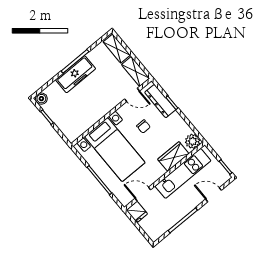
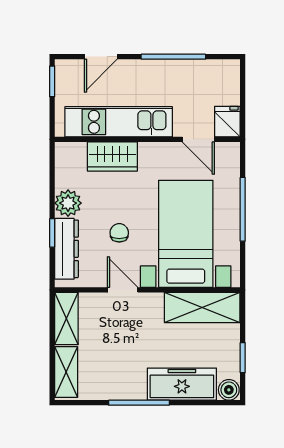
freezer: (76, 74) -> (182, 384), moved
door: (132, 95) -> (123, 290), moved
shelving: (82, 124) -> (202, 307), added
plant: (193, 141) -> (68, 203), moved
door: (214, 195) -> (101, 57), hinge flipped

